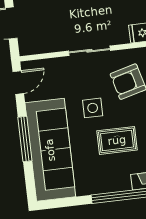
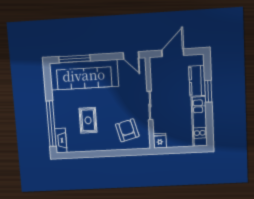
side table: (93, 108) -> (111, 105), removed
window: (25, 139) -> (75, 59), moved

